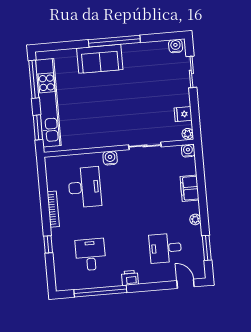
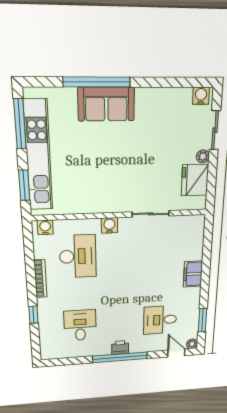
window: (114, 41) -> (97, 82), moved
fridge: (183, 114) -> (195, 180), width x1.88, depth x1.34
plant: (188, 134) -> (203, 156), moved
water cooler: (188, 151) -> (45, 227), moved
filing cabinet: (190, 188) -> (193, 274), moved
plant: (195, 219) -> (192, 344), moved
window: (100, 291) -> (120, 357), moved

